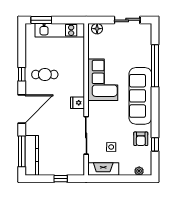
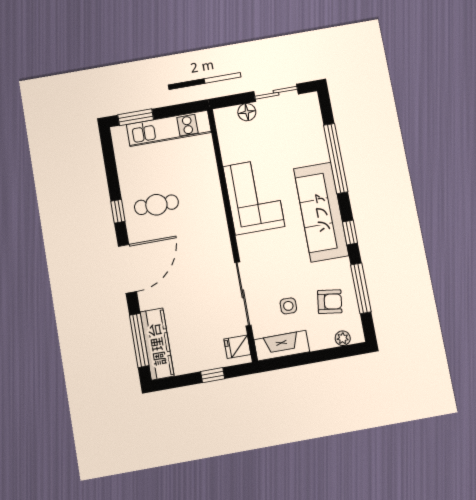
floor lamp: (97, 29) -> (247, 112), moved
fridge: (78, 103) -> (237, 347), moved
window: (155, 111) -> (350, 233), added
armchair: (141, 139) -> (330, 302), moved, turned -82
window: (155, 144) -> (361, 288), width x2.17

